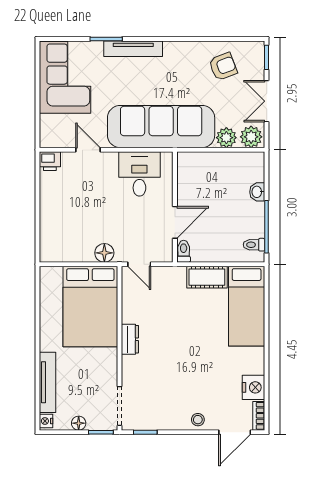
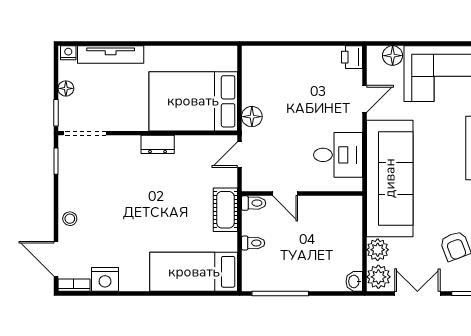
floor lamp: (48, 124) -> (393, 56), added
washbasin: (257, 192) -> (354, 281), moved, turned -90
door: (175, 222) -> (285, 194), width x0.73
toilet: (254, 245) -> (253, 243), moved, turned 90
cot: (207, 277) -> (225, 210), moved

